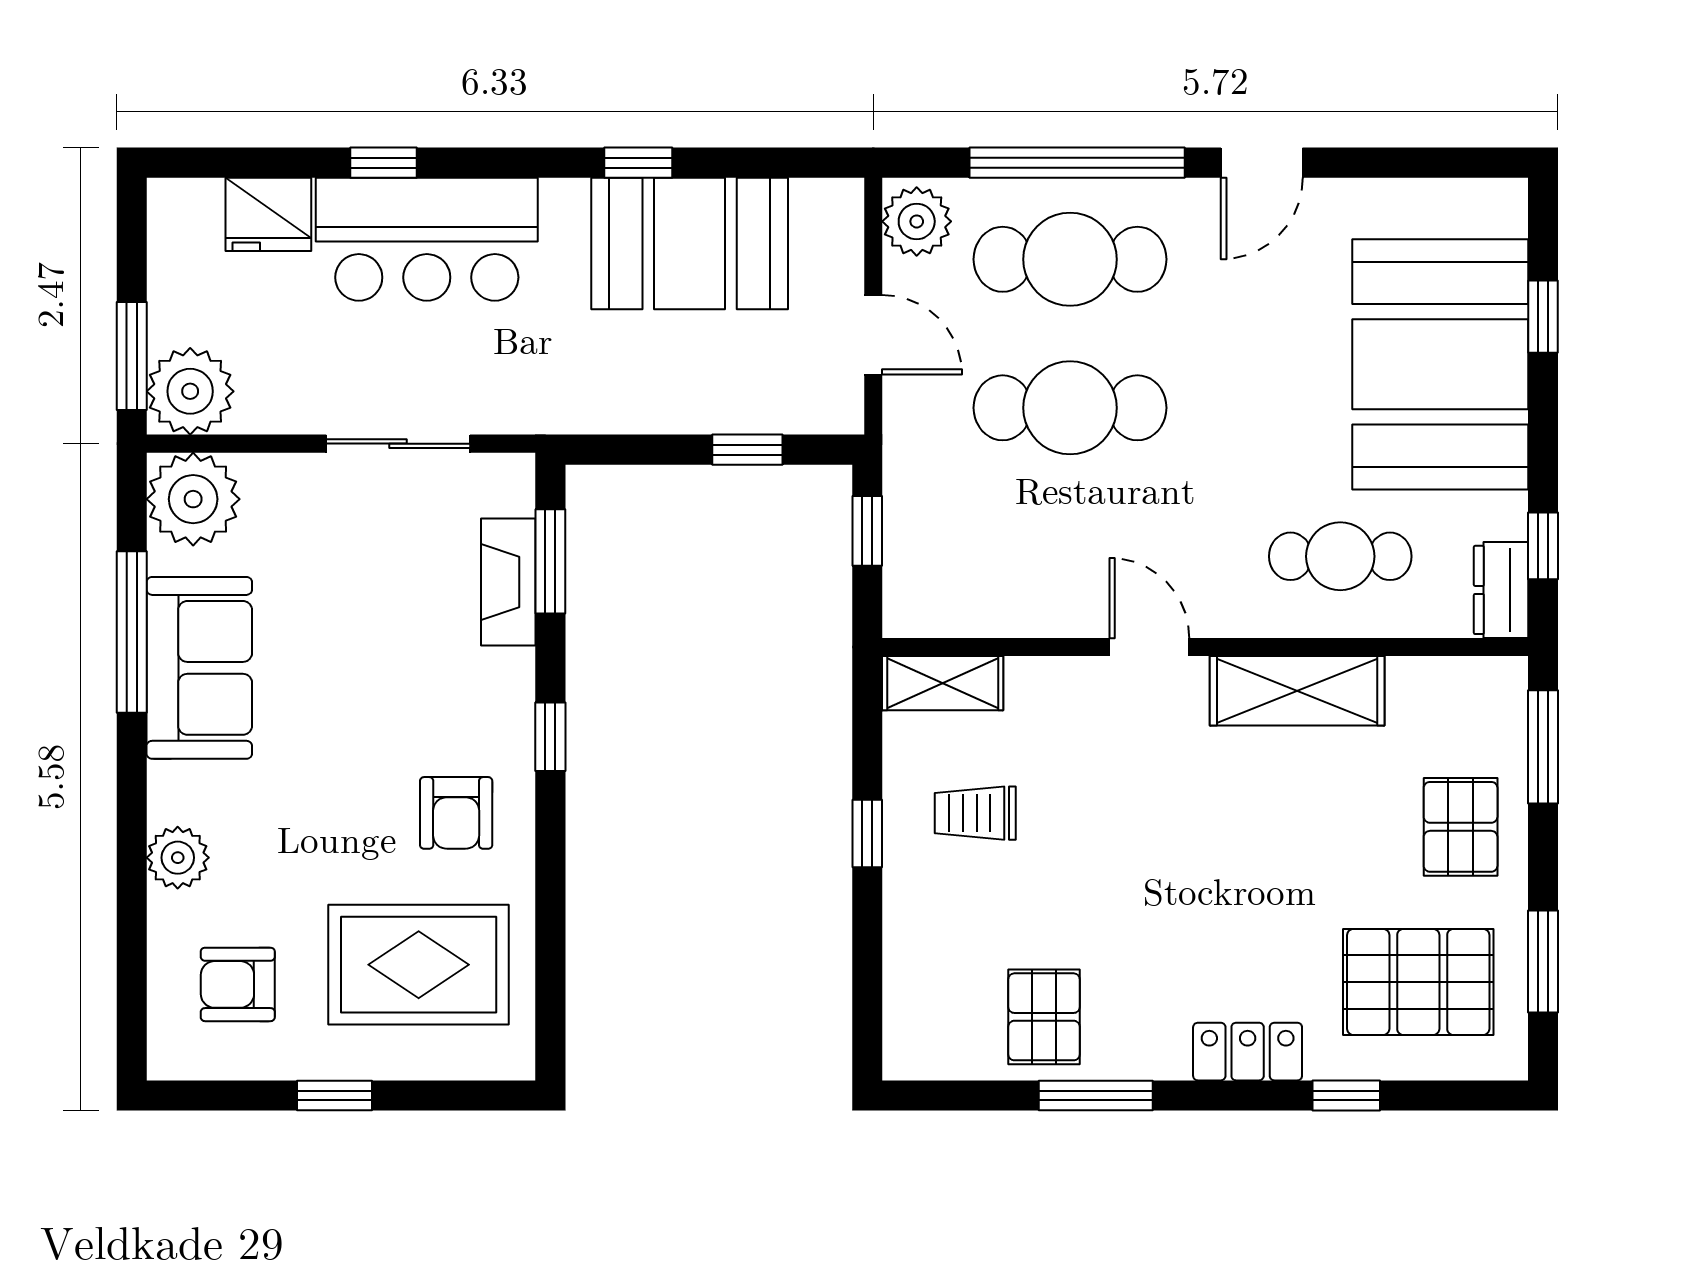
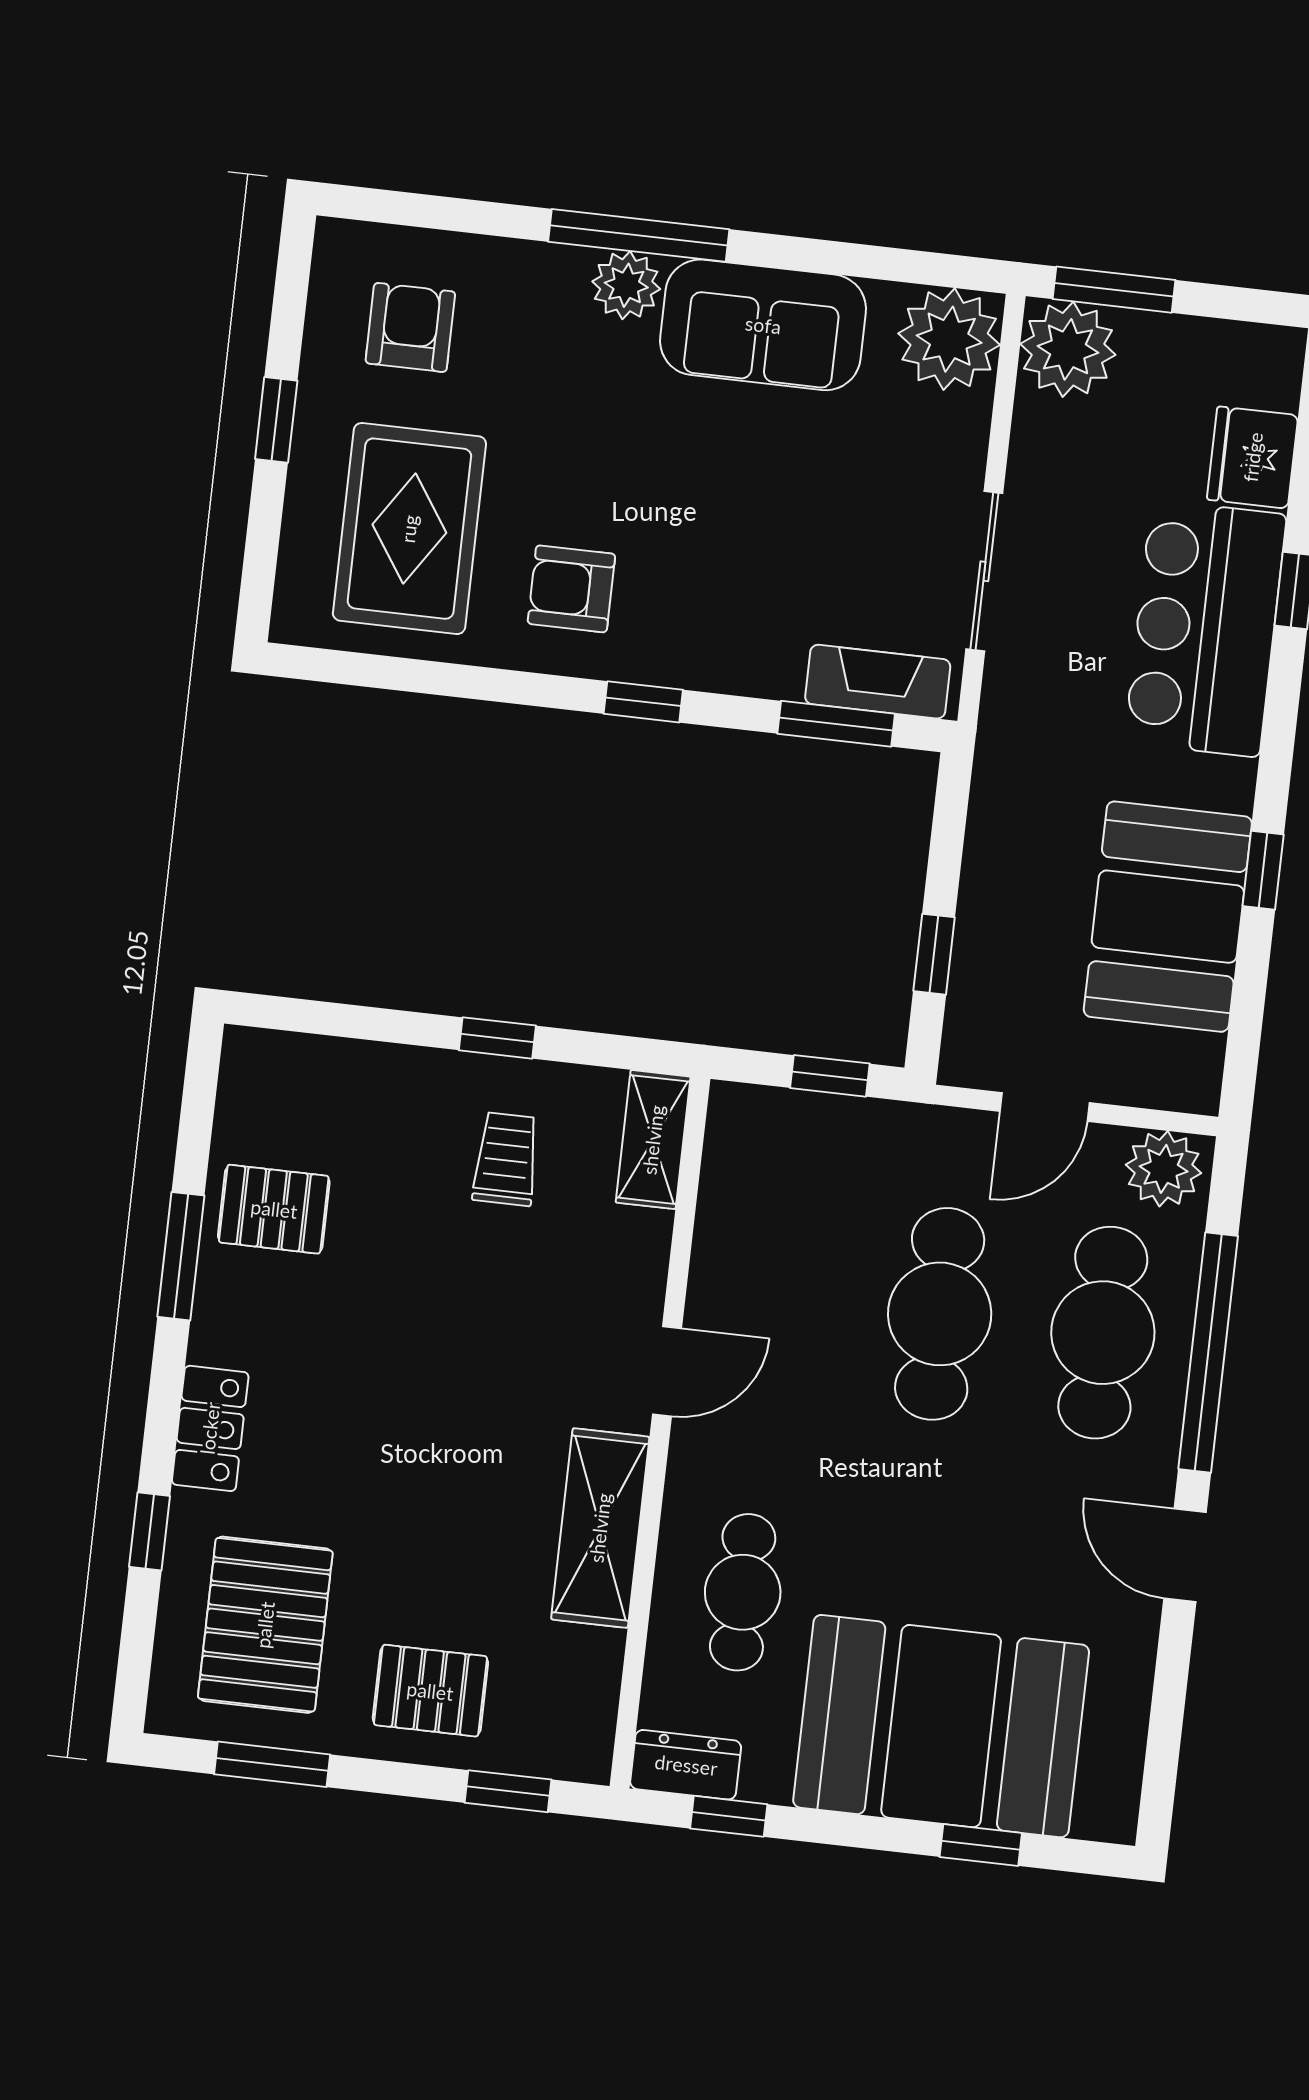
fireplace: (508, 582) -> (878, 682), moved
window: (132, 632) -> (639, 235), moved
window: (1543, 747) -> (508, 1791), width x0.67
plant: (178, 858) -> (626, 285), moved

